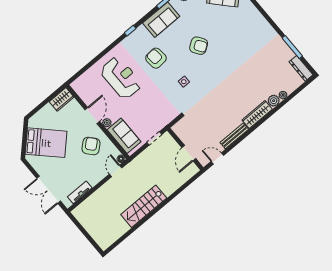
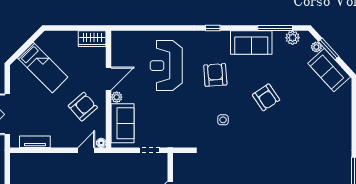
reception desk: (121, 78) -> (166, 66), turned 180
bed: (46, 143) -> (43, 67), width x0.67

